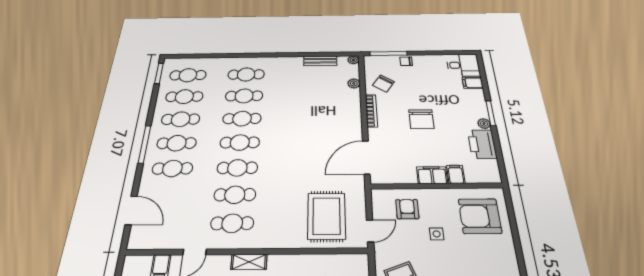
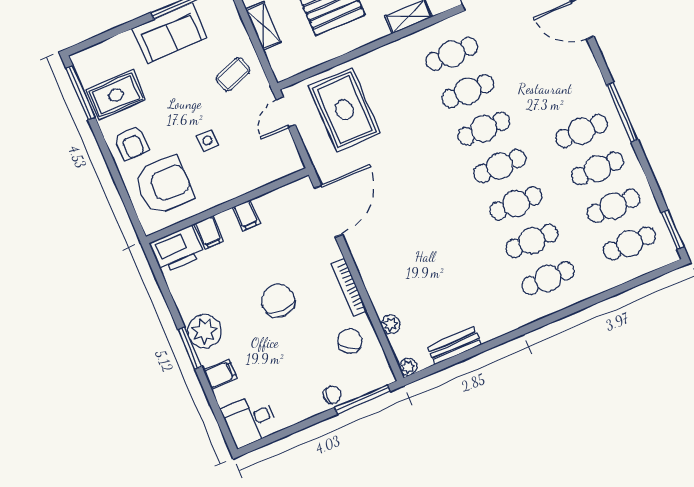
filing cabinet: (473, 83) -> (220, 374), moved
plant: (484, 124) -> (204, 331), width x1.88, depth x1.88
printer: (482, 144) -> (177, 249), moved, turned 90
cafe table: (172, 168) -> (565, 94), removed
filing cabinet: (432, 175) -> (246, 215), width x0.50
armchair: (407, 209) -> (132, 143), moved

